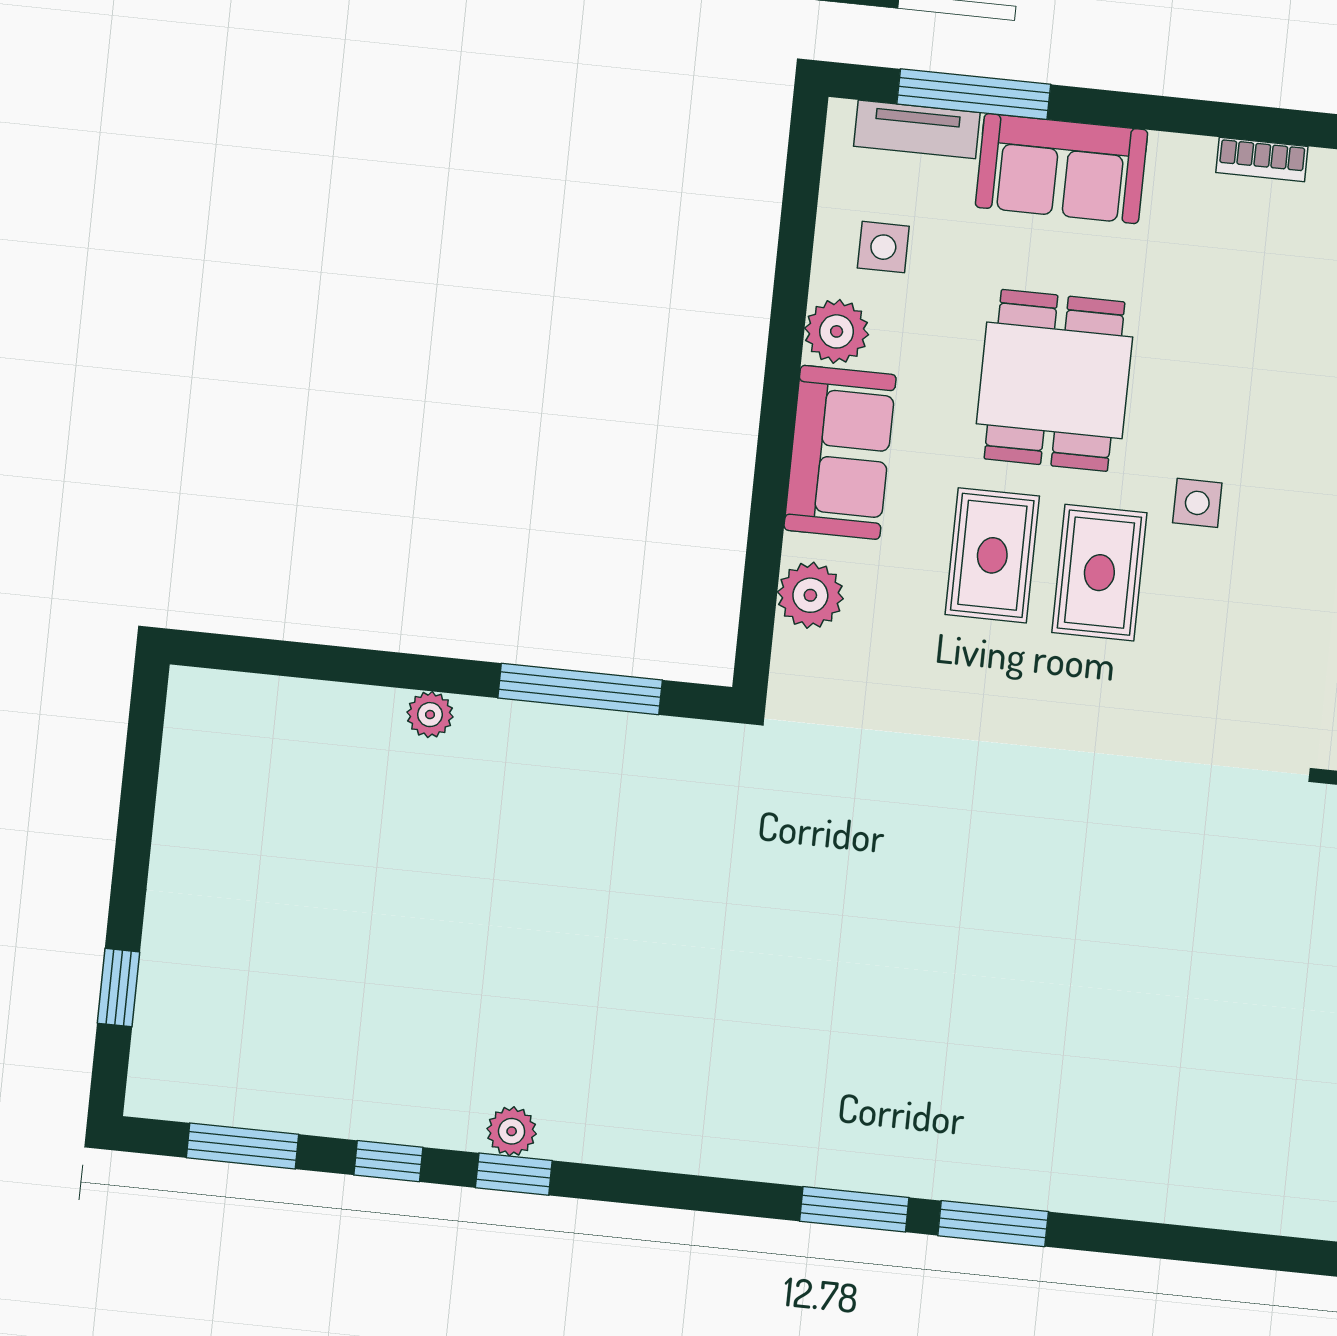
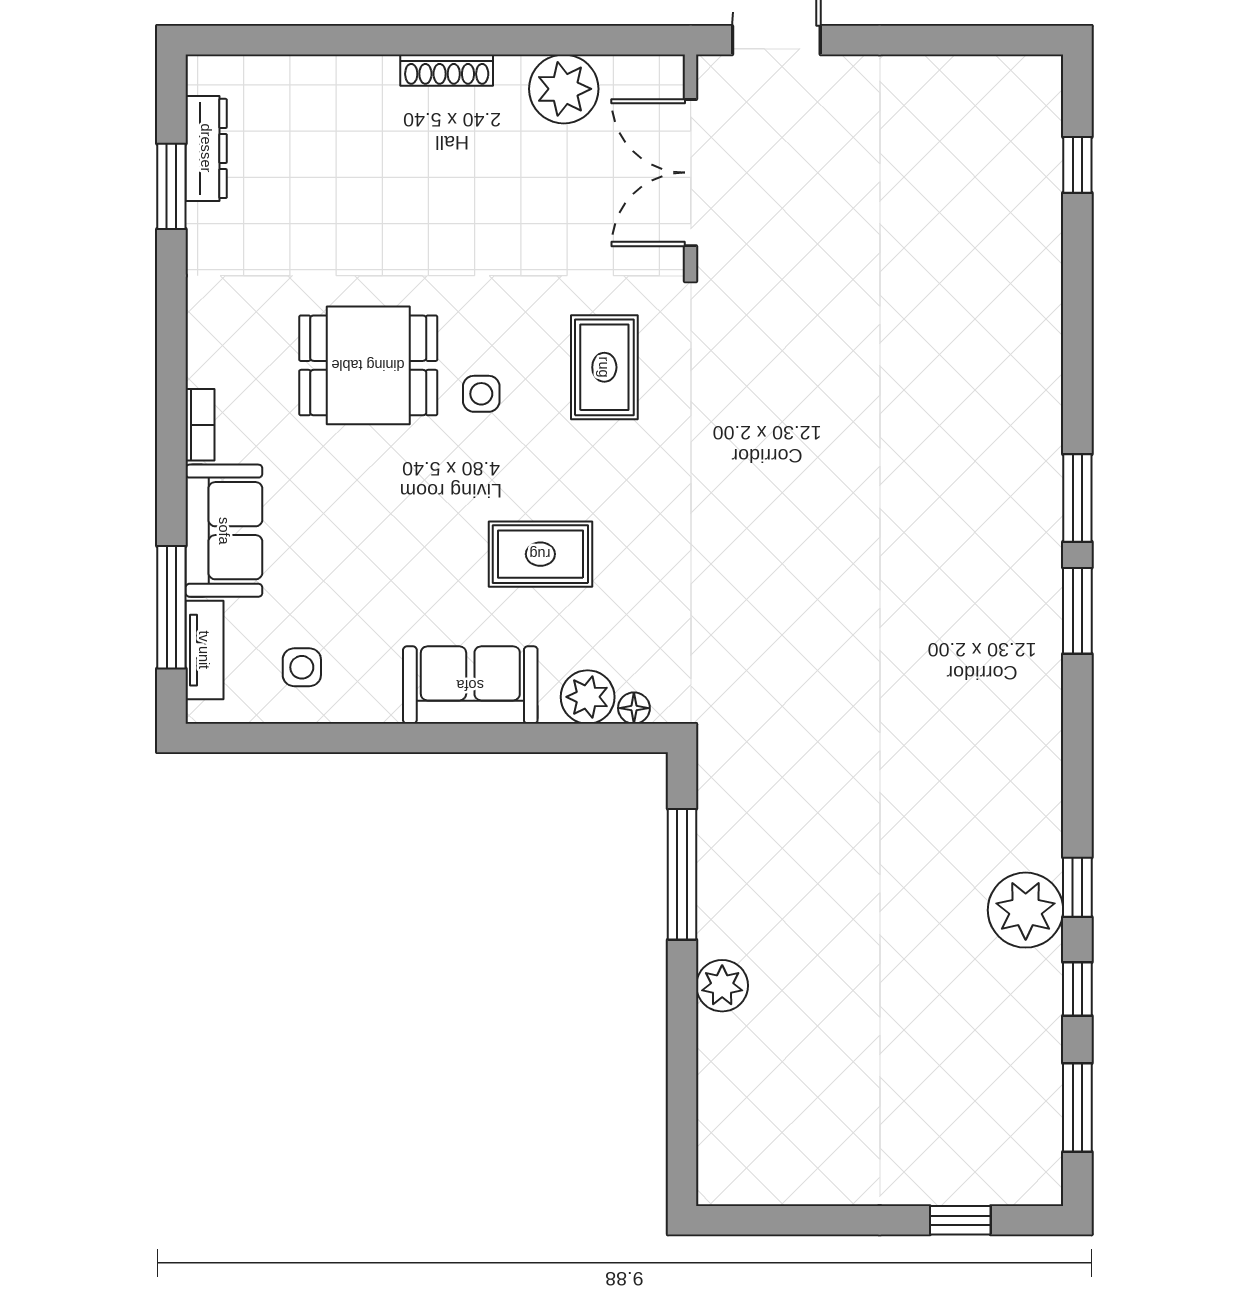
bookcase: (1262, 160) -> (200, 425), moved
plant: (837, 331) -> (373, 698), removed
dining table: (1054, 380) -> (368, 365), moved
rug: (1099, 573) -> (604, 367), moved, turned 90
floor lamp: (791, 651) -> (634, 708), added
plant: (430, 715) -> (722, 986), width x1.38, depth x1.38
plant: (512, 1131) -> (1026, 910), width x1.88, depth x1.88

